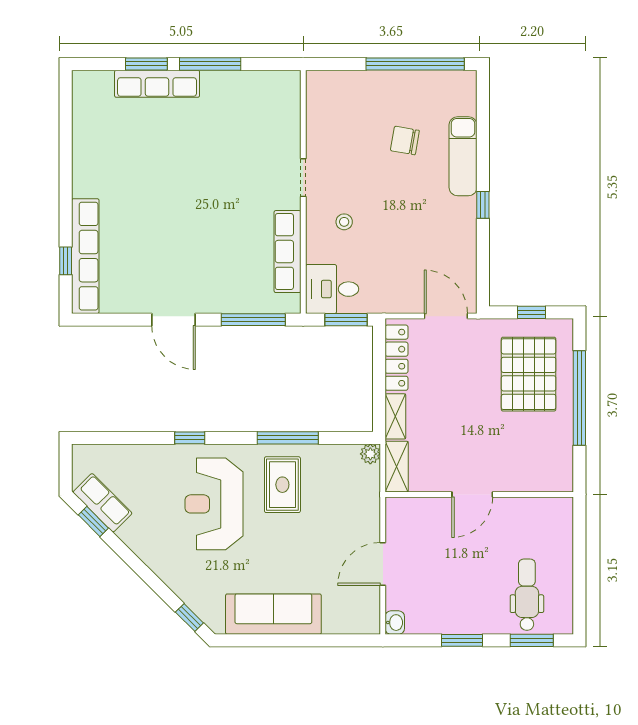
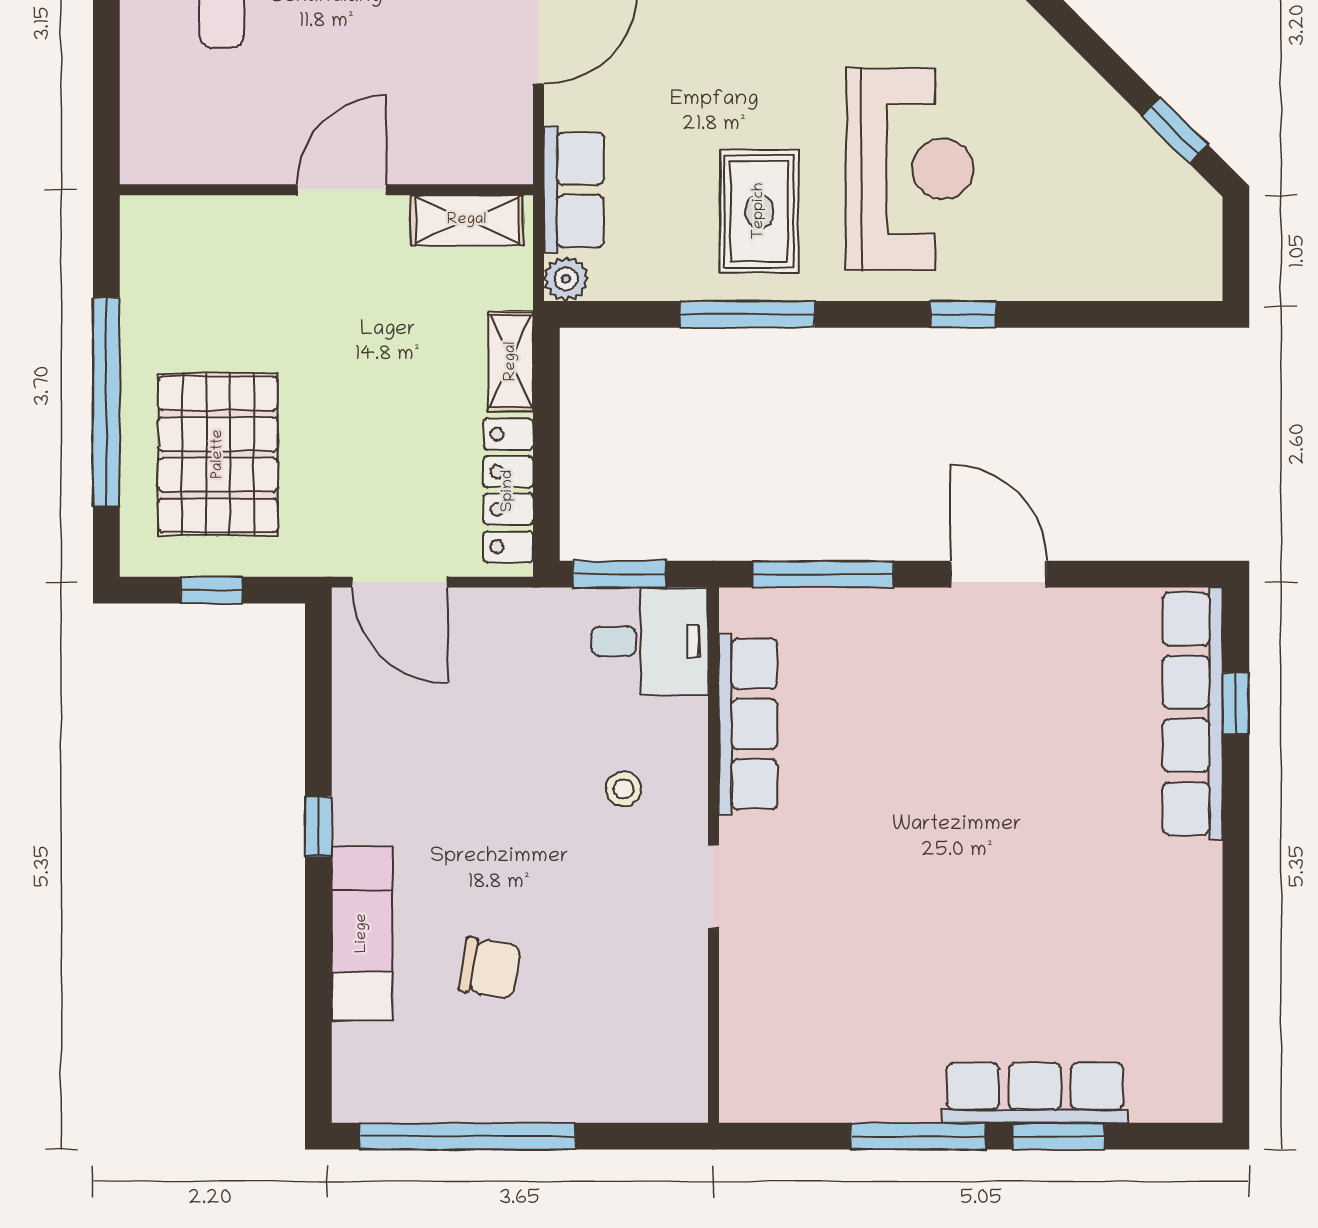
shelving: (397, 467) -> (467, 220), moved, turned 90
row of seats: (102, 503) -> (574, 190), moved, turned -135

